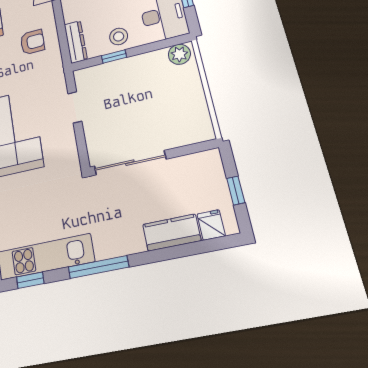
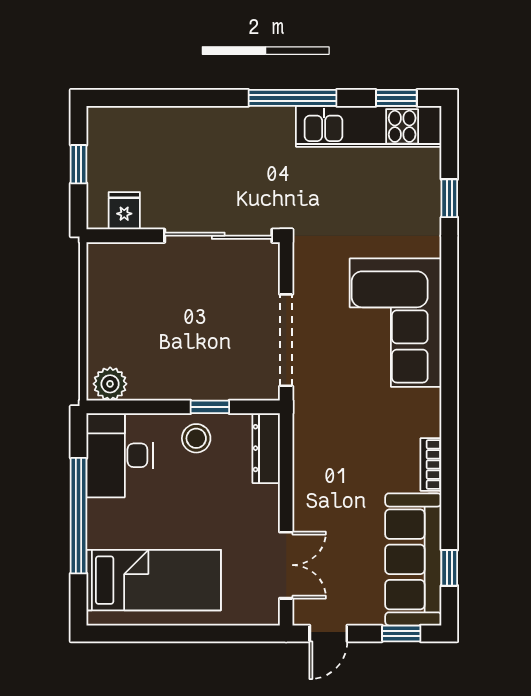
armchair: (32, 42) -> (338, 467), removed
doorway: (75, 107) -> (286, 340), width x1.87
fridge: (211, 225) -> (124, 211), moved, turned 180
kitchen counter: (172, 233) -> (179, 125), removed

